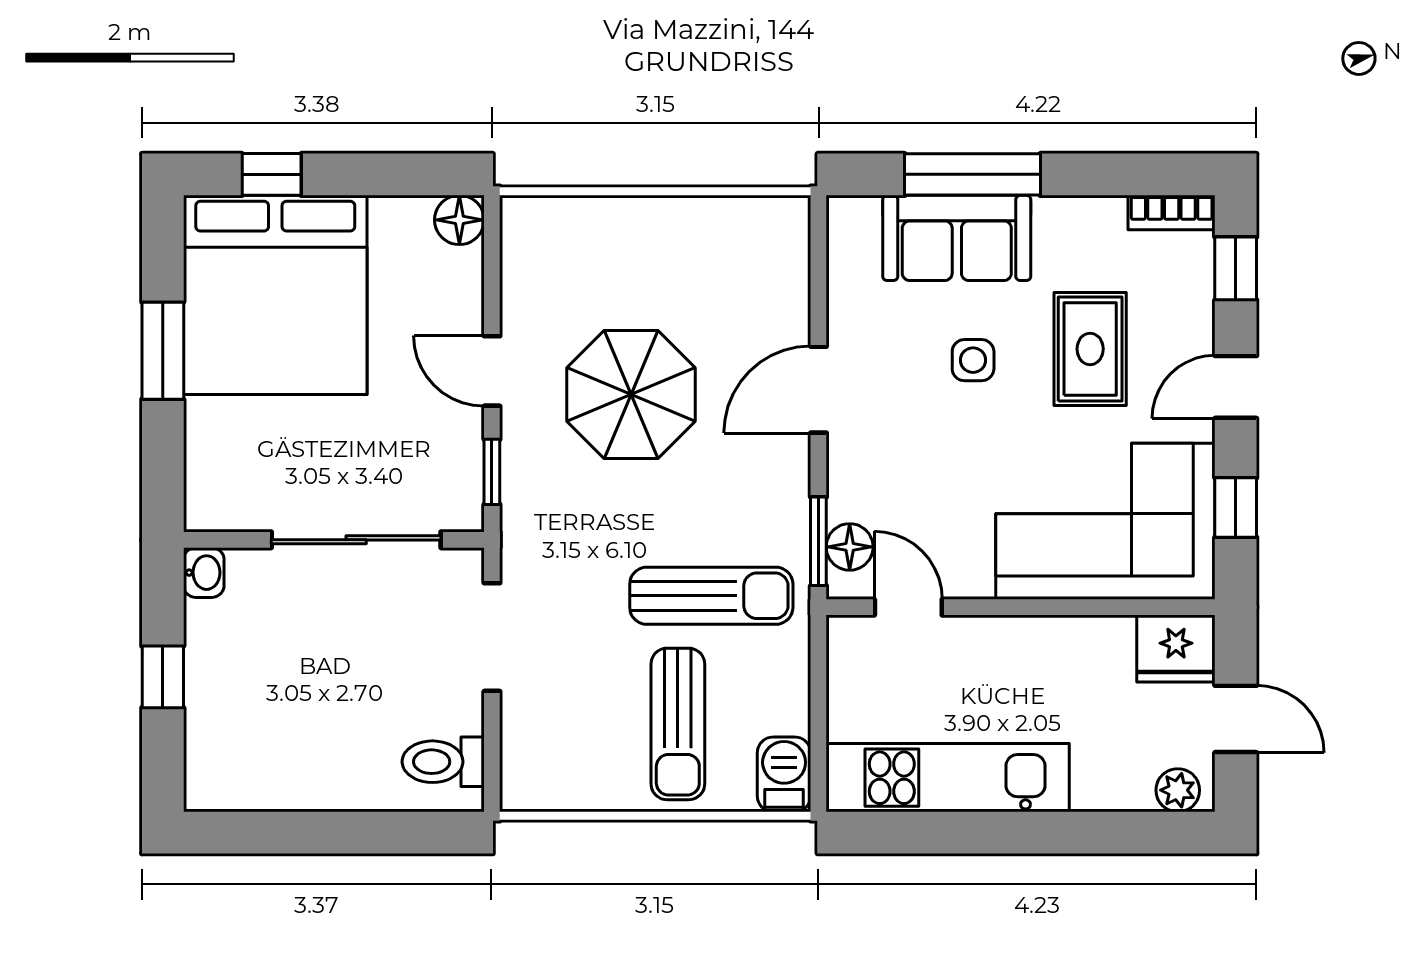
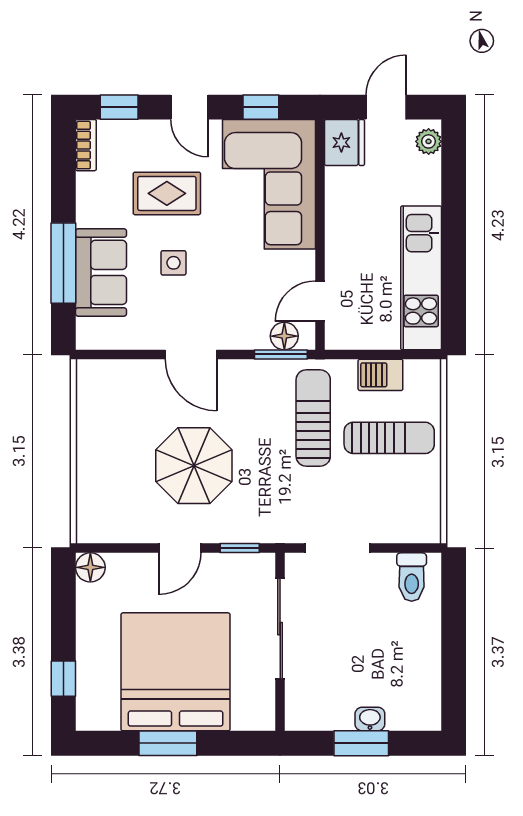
bed: (275, 295) -> (176, 672), moved, turned -90
washbasin: (204, 573) -> (370, 719), moved
window: (163, 677) -> (361, 743), width x1.50
barbecue: (784, 774) -> (380, 375), moved

